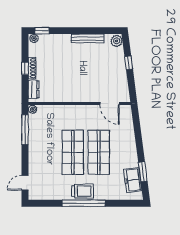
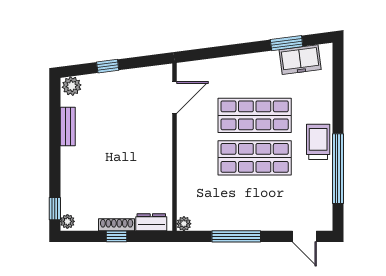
bench: (88, 38) -> (68, 127), width x0.73
window: (25, 130) -> (236, 236), moved
window: (84, 203) -> (338, 169), moved

